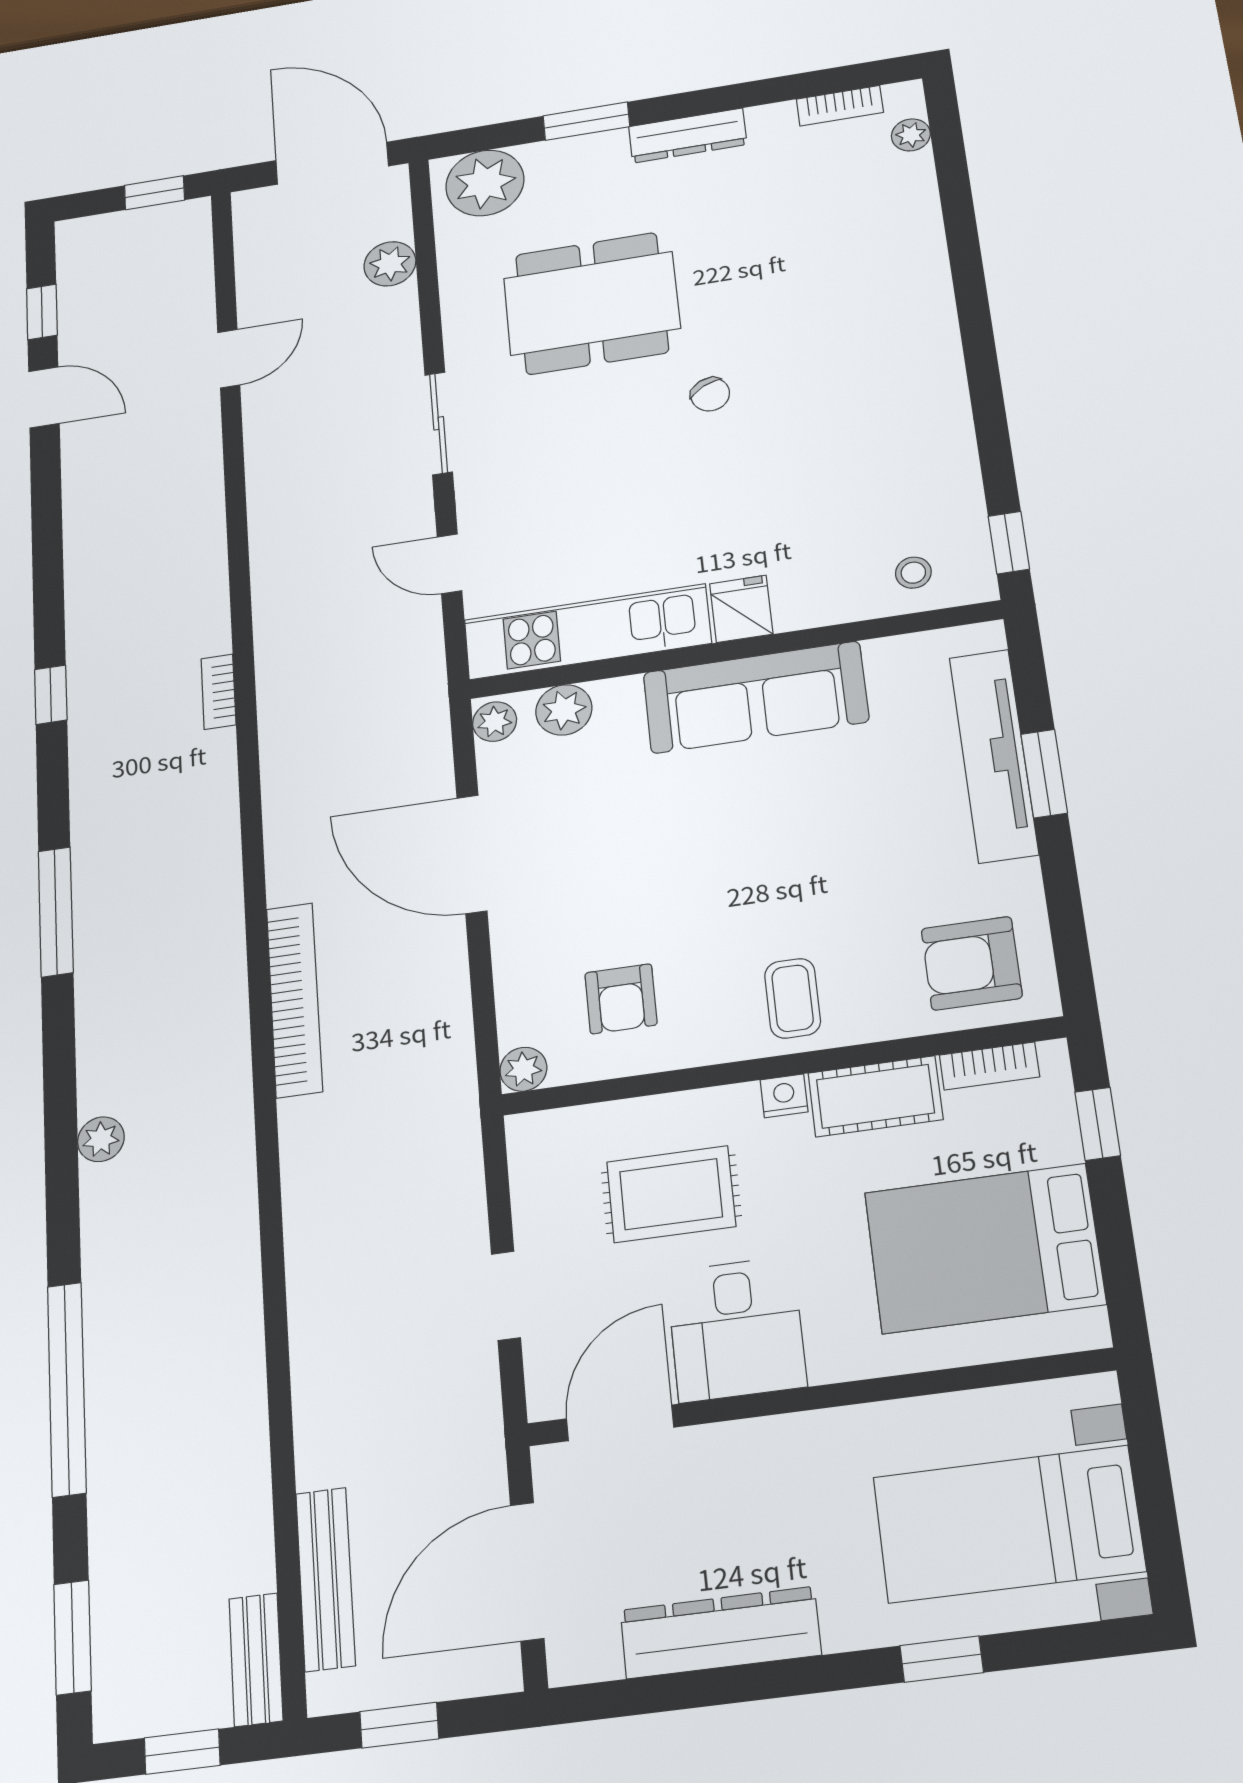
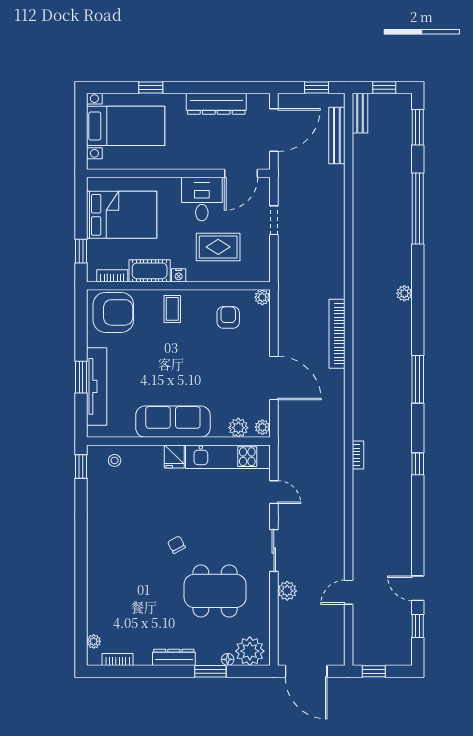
floor lamp: (543, 155) -> (228, 659), added
plant: (390, 264) -> (287, 591), moved
armchair: (972, 963) -> (113, 312), width x1.36, depth x1.36

